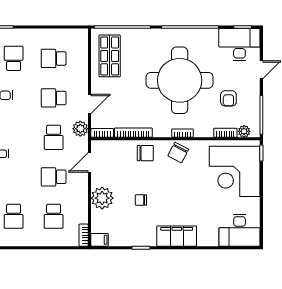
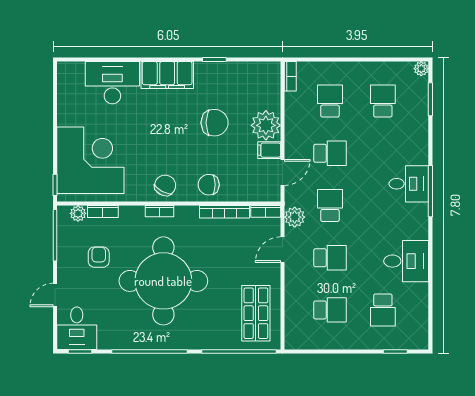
desk: (239, 45) -> (77, 328), width x0.73
chair: (141, 200) -> (215, 123), width x1.87, depth x1.87
desk: (240, 230) -> (112, 83), moved
filing cabinet: (100, 240) -> (269, 150), moved

